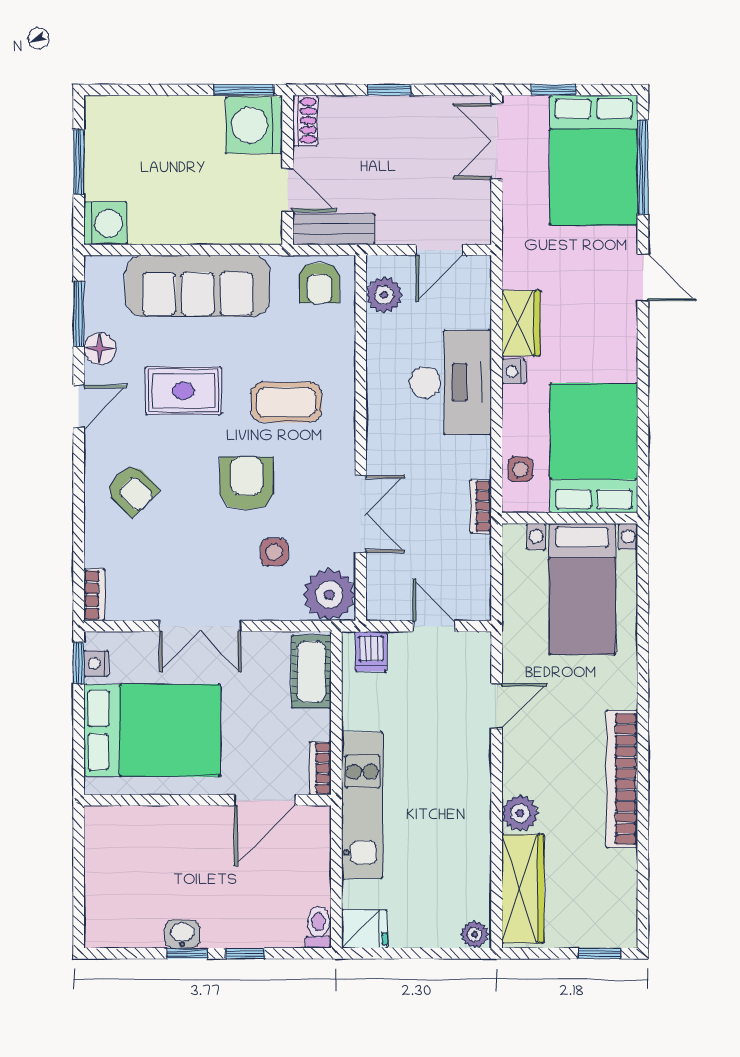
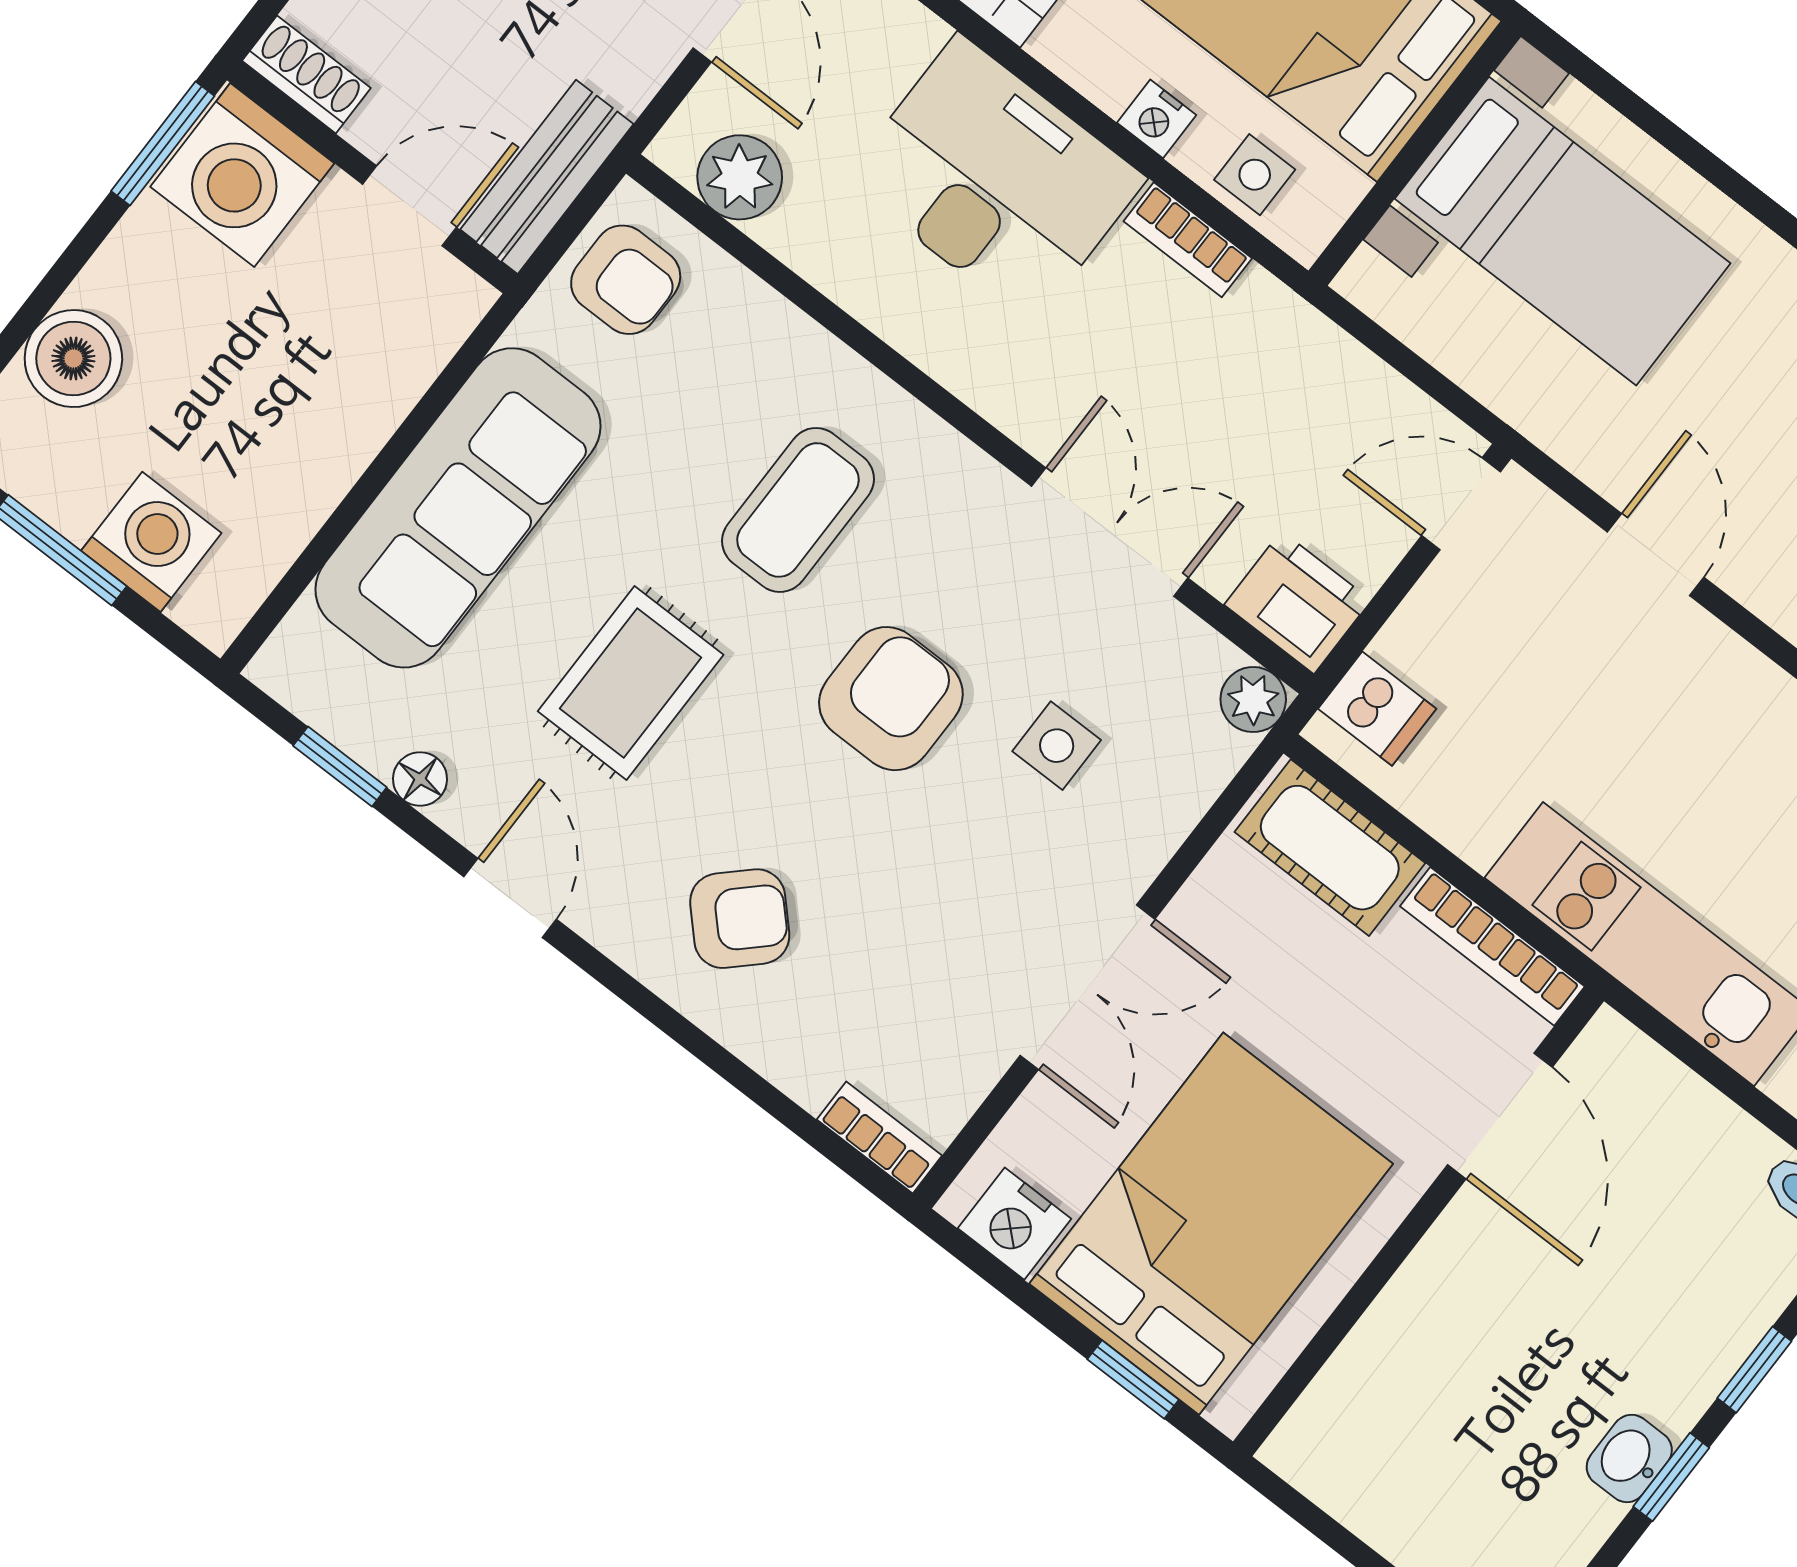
boiler: (147, 116) -> (73, 359), added
washing machine: (105, 223) -> (151, 542), moved
window: (79, 314) -> (340, 766), width x0.67
floor lamp: (100, 349) -> (420, 779), width x0.73, depth x0.73
nightstand: (514, 371) -> (1157, 119), moved
armchair: (247, 483) -> (891, 699), turned 90
bookcase: (481, 506) -> (1188, 240), moved
plant: (329, 595) -> (1253, 700), width x0.53, depth x0.53
printer: (386, 596) -> (1298, 602), added
door: (434, 626) -> (1461, 504), moved
window: (79, 663) -> (1133, 1379), moved
nightstand: (96, 663) -> (1014, 1224), width x1.39, depth x1.35
bookcase: (320, 768) -> (1492, 946), width x1.56

